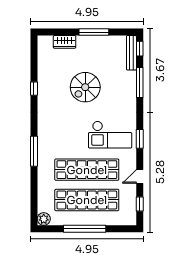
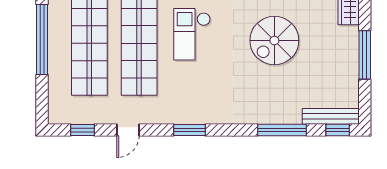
spiral stairs: (85, 87) -> (274, 41), turned -90
checkout: (110, 135) -> (192, 34), moved, width x0.73, depth x0.83
door: (140, 176) -> (128, 130), swing flipped

